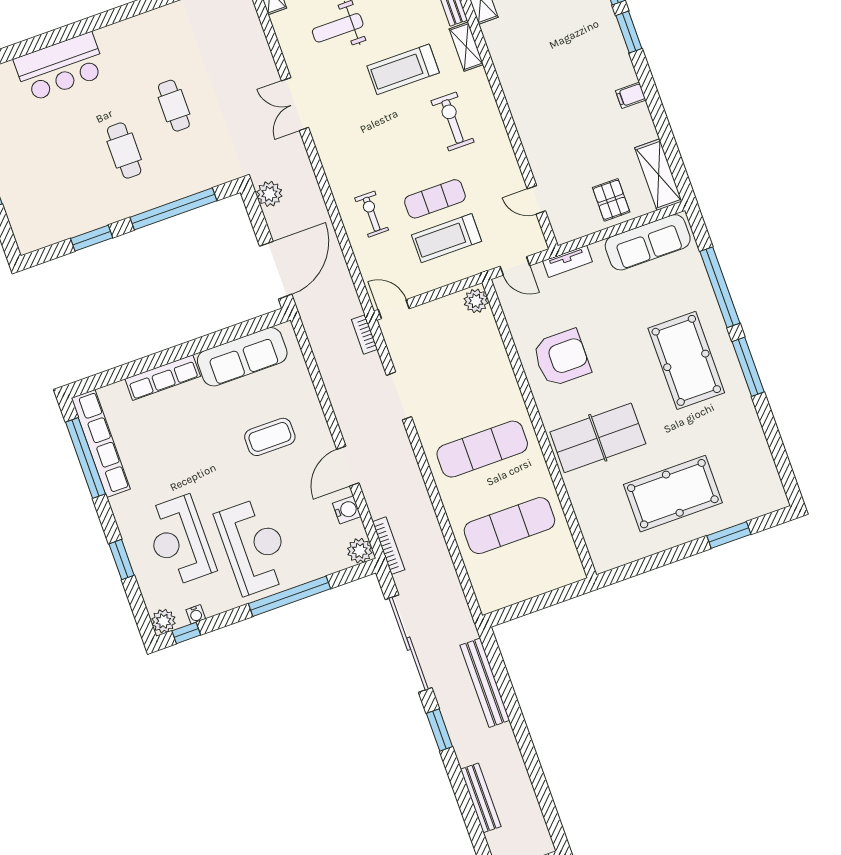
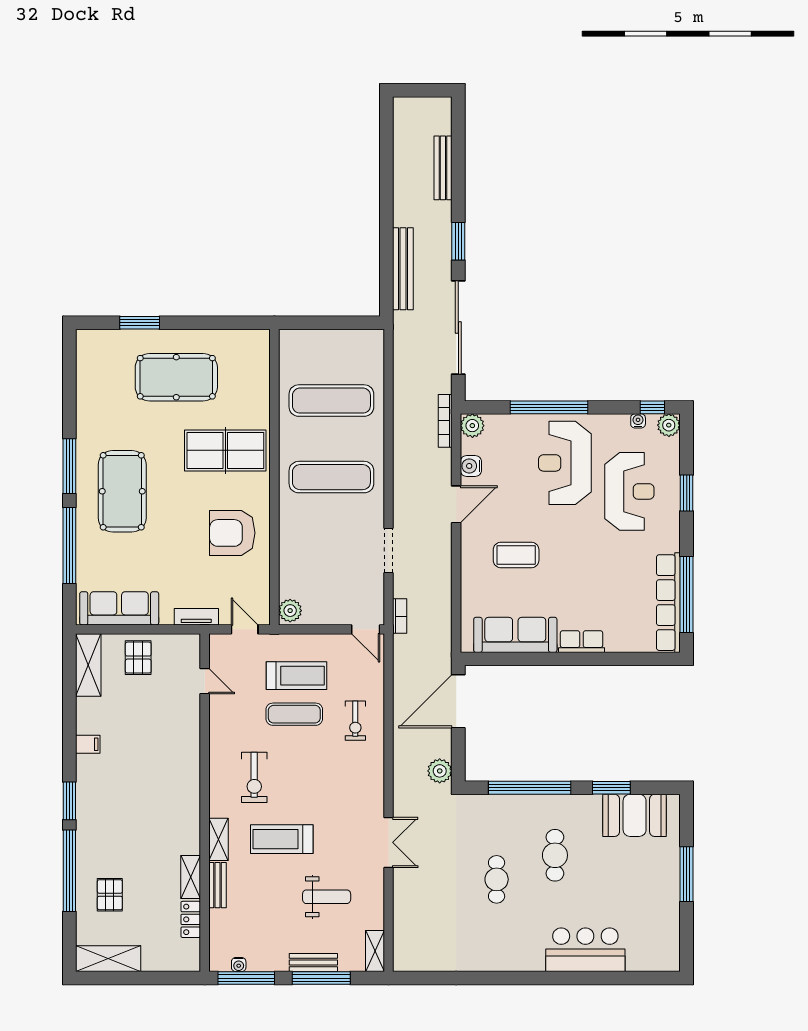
treadmill: (403, 69) -> (282, 839), turned 180
booth: (59, 219) -> (635, 815), added
row of seats: (163, 378) -> (581, 642), width x0.68

